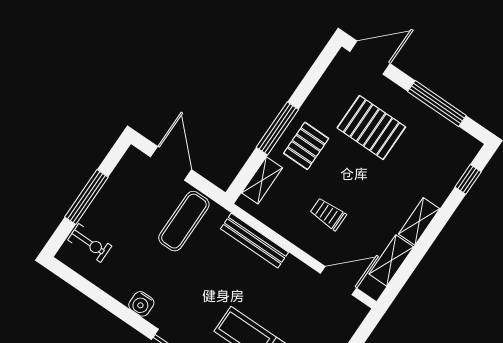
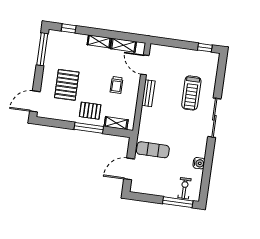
door: (370, 58) -> (35, 101), hinge flipped
window: (437, 104) -> (42, 49), moved
window: (86, 197) -> (178, 202), moved
bench: (255, 240) -> (148, 93), moved, width x0.73
water cooler: (141, 304) -> (199, 163), moved

